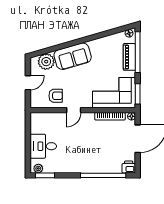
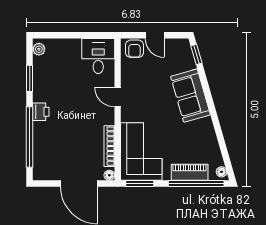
window: (42, 52) -> (196, 54), added
plant: (46, 62) -> (183, 60), removed
armchair: (56, 96) -> (134, 49), moved
desk: (43, 146) -> (98, 56), moved
printer: (129, 167) -> (41, 112), moved
window: (45, 175) -> (30, 78), moved

